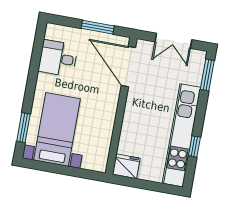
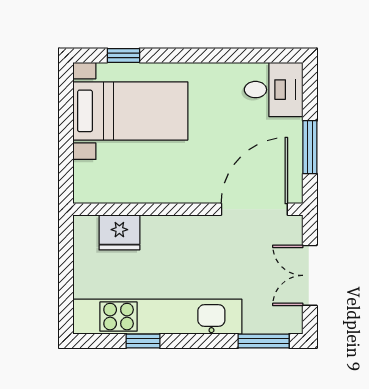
desk: (58, 58) -> (274, 90), moved, turned 90
window: (23, 128) -> (123, 55), width x0.67
fridge: (126, 166) -> (119, 232), moved, turned 90

